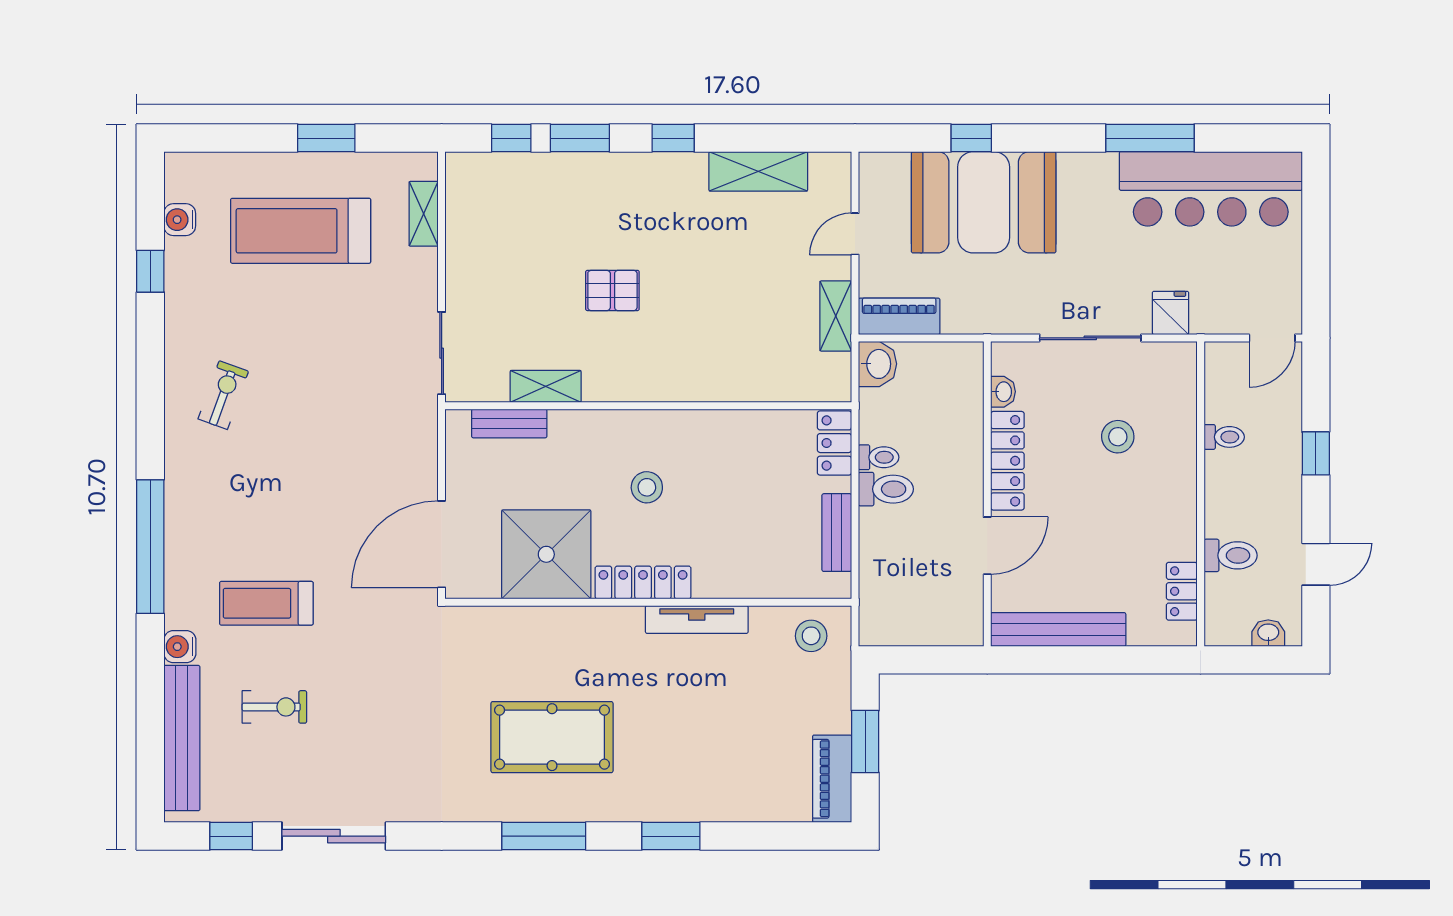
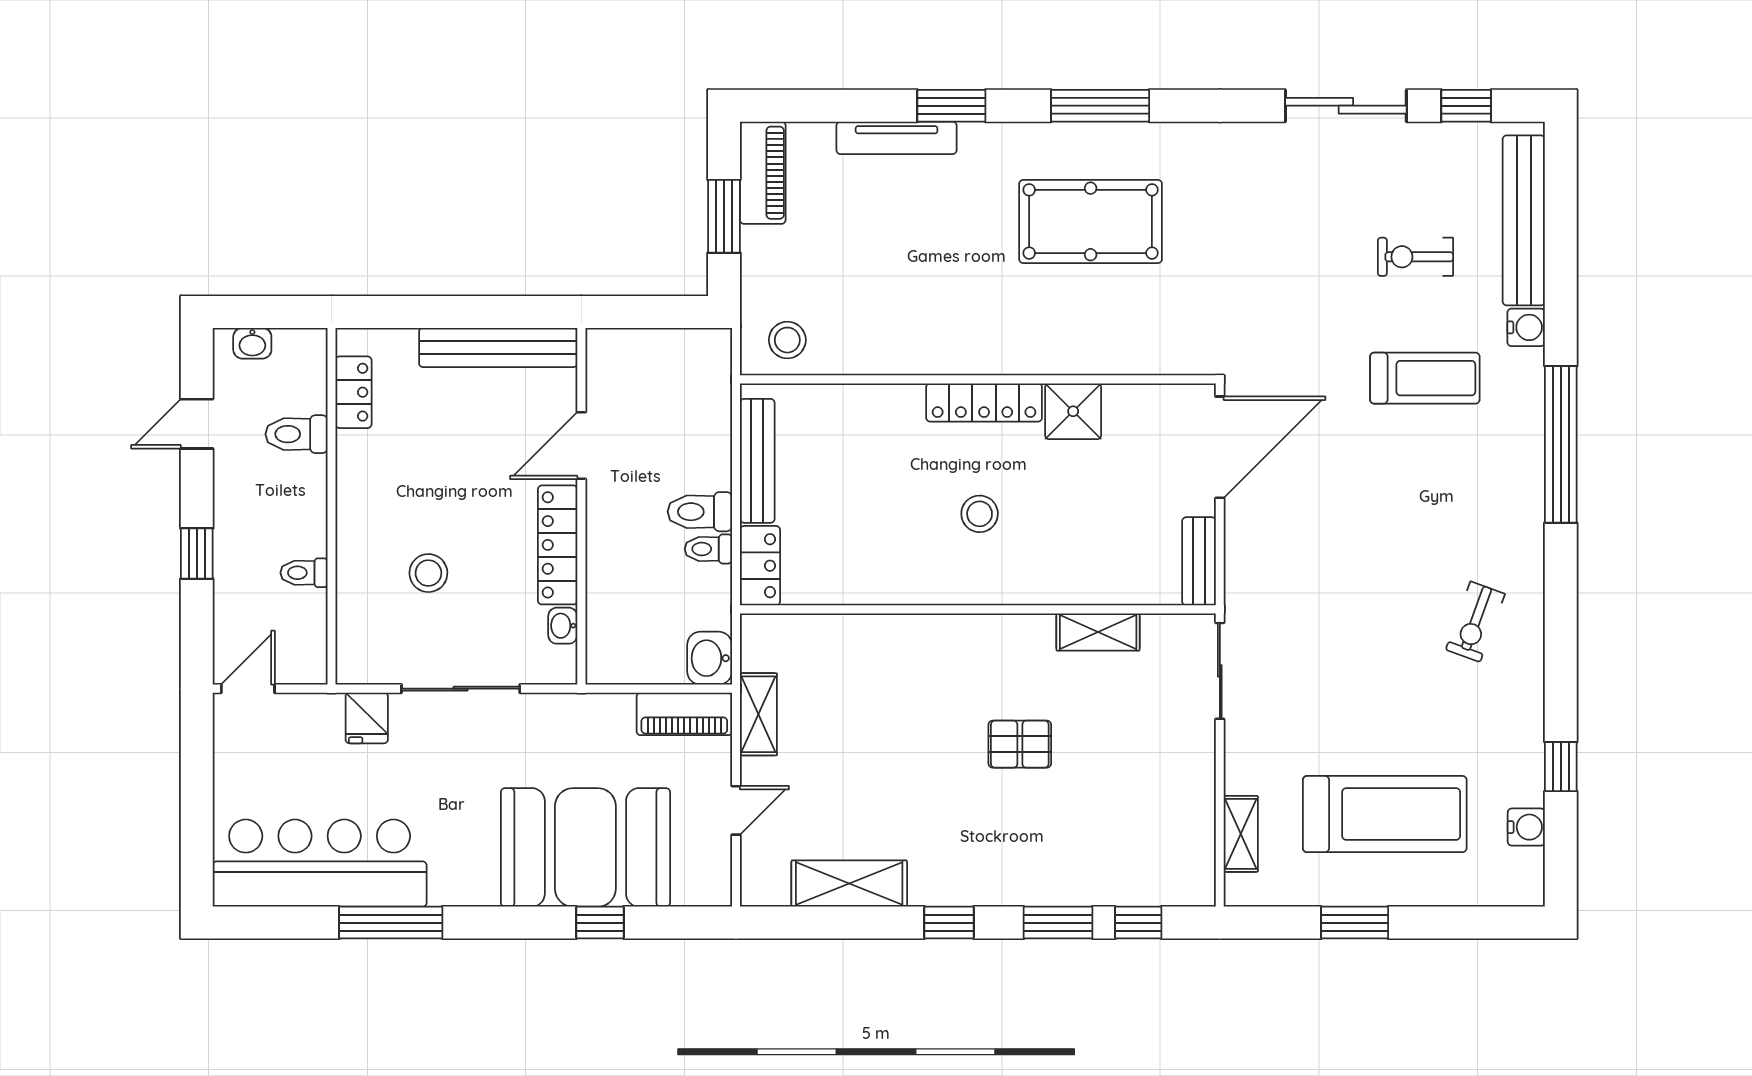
bench: (509, 423) -> (1199, 561), moved, turned 90
bench: (837, 533) -> (757, 461), width x1.36
shower: (546, 554) -> (1073, 411), width x0.54, depth x0.54
tv unit: (697, 620) -> (897, 138), moved, turned 180

